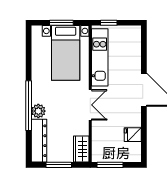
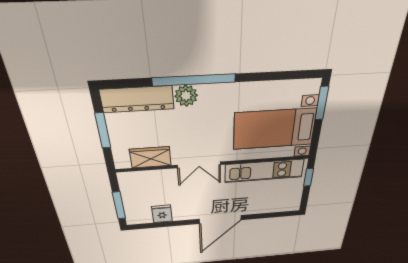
window: (61, 23) -> (322, 103), moved
wardrobe: (81, 149) -> (151, 157), moved
window: (110, 165) -> (119, 205), moved

